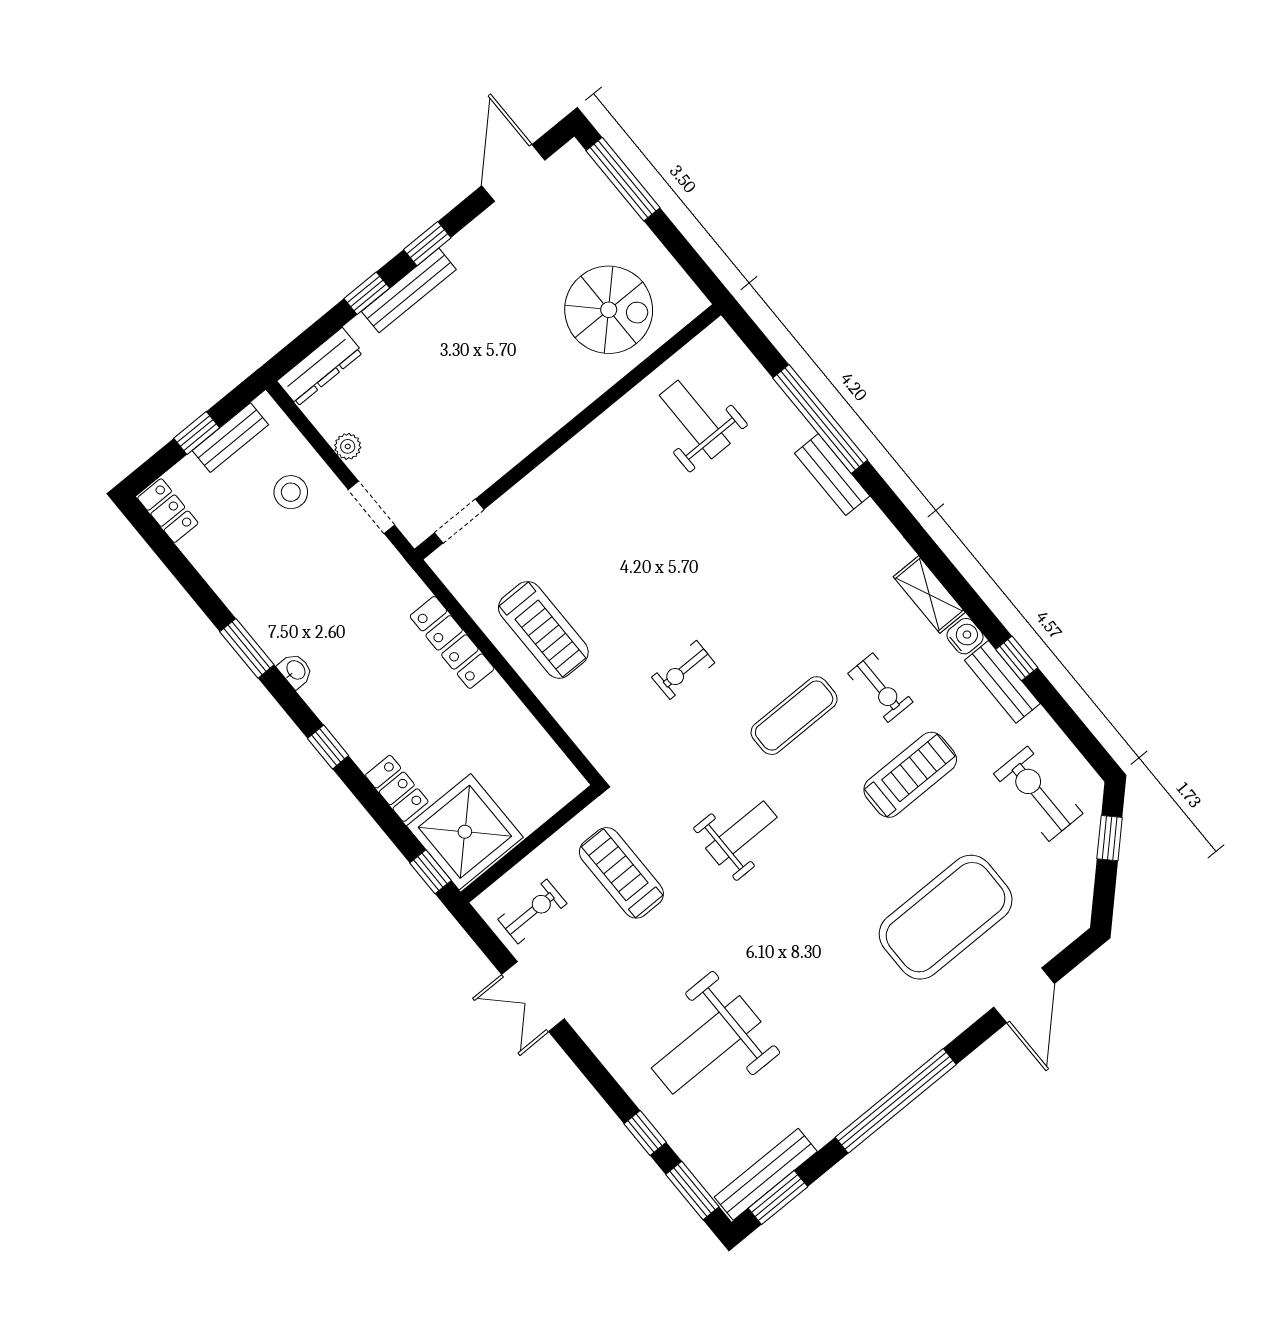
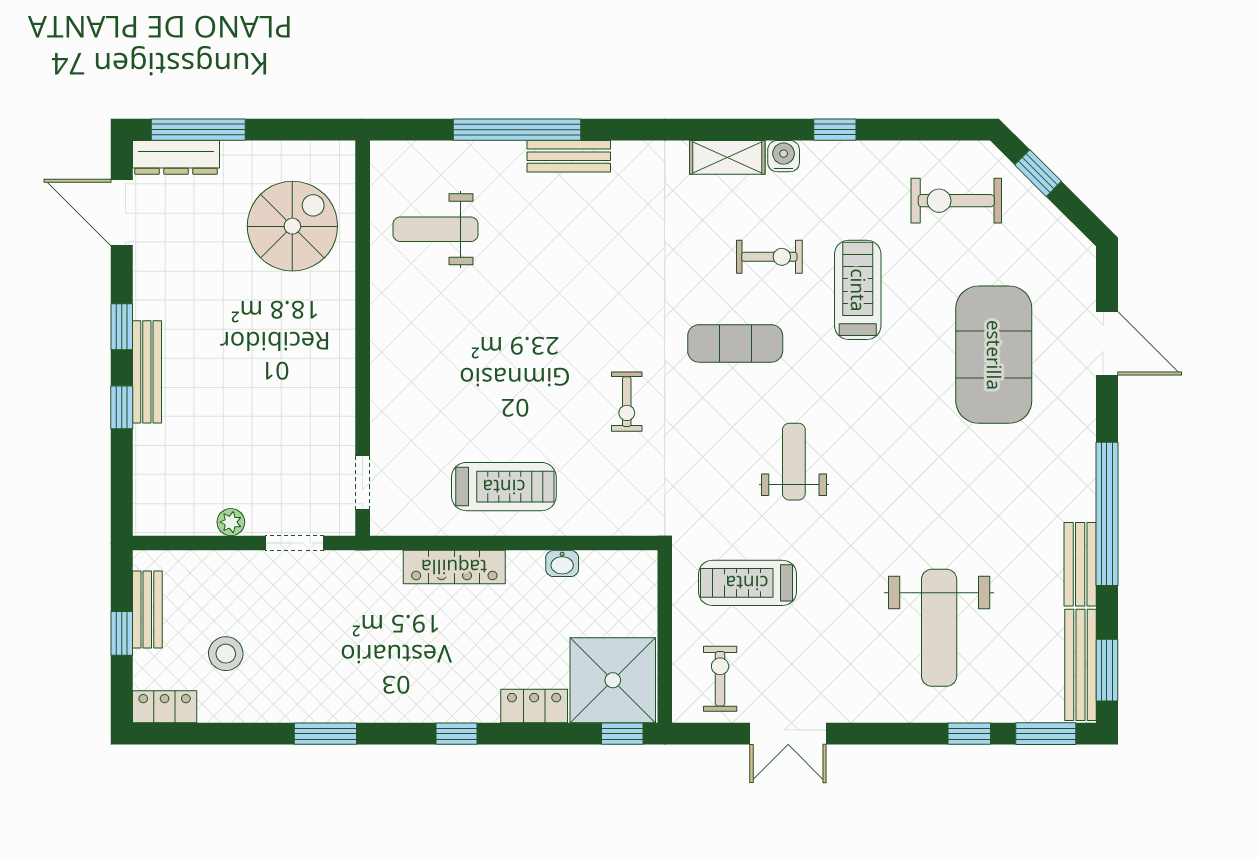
dresser: (320, 367) -> (176, 157), moved, turned 90
stool: (291, 492) -> (226, 654), moved
washbasin: (295, 670) -> (562, 563), moved, turned 180
bench: (1002, 682) -> (1080, 564), moved, turned 90
exercise mat: (794, 716) -> (735, 343), turned 90

